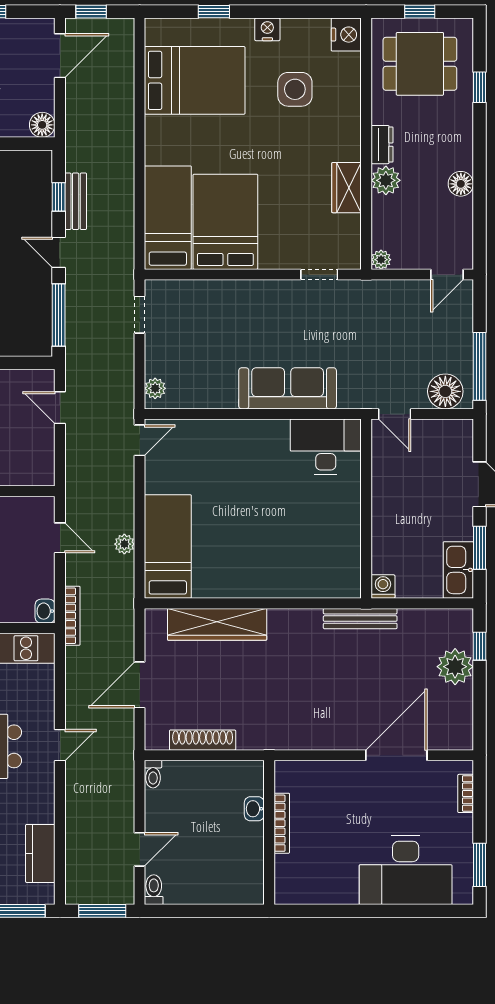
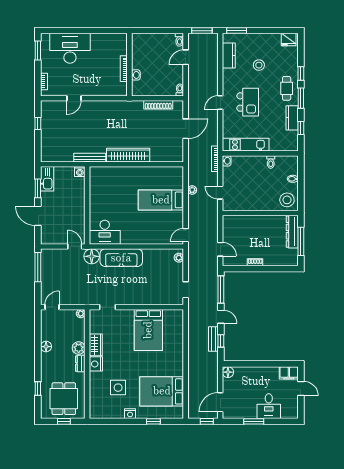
nightstand: (346, 35) -> (96, 364), moved
dining table: (420, 64) -> (64, 399), turned 90
bed: (168, 218) -> (173, 332), removed
floor lamp: (445, 391) -> (92, 256), moved
bed: (168, 546) -> (161, 200), moved, turned 90
wardrobe: (217, 624) -> (128, 155), moved
window: (480, 646) -> (38, 123), moved
plant: (455, 667) -> (49, 137), removed
door: (396, 755) -> (74, 98), width x0.53

